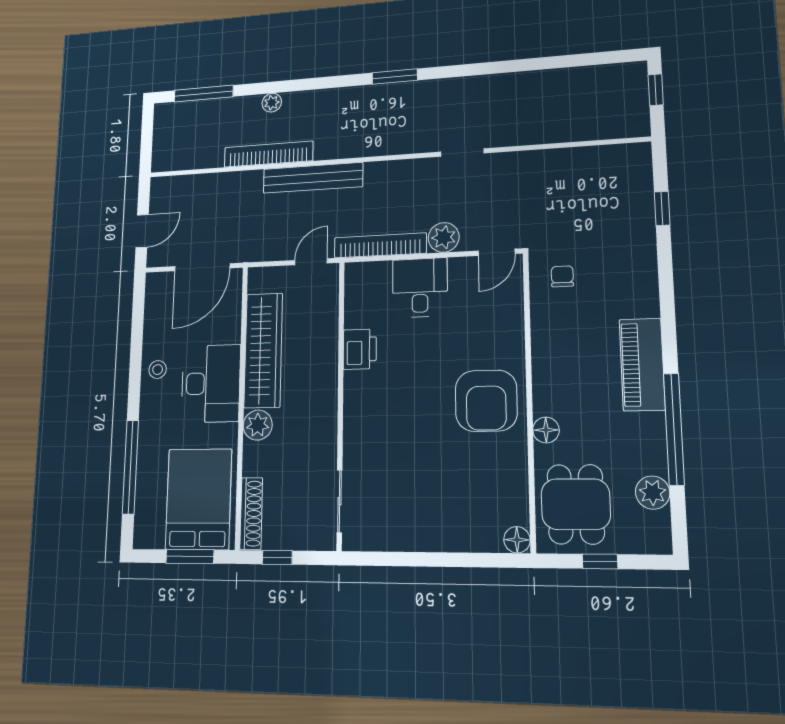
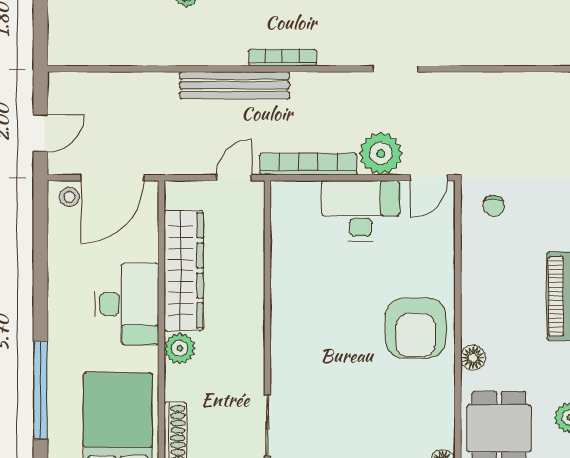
bookcase: (268, 154) -> (282, 58), moved, width x0.68, depth x0.76
plant: (444, 237) -> (381, 153), width x1.36, depth x1.36
chair: (562, 276) -> (494, 206), turned 180
desk: (420, 288) -> (361, 211), width x1.37
printer: (360, 349) -> (287, 273), removed
stool: (158, 370) -> (69, 197), moved

